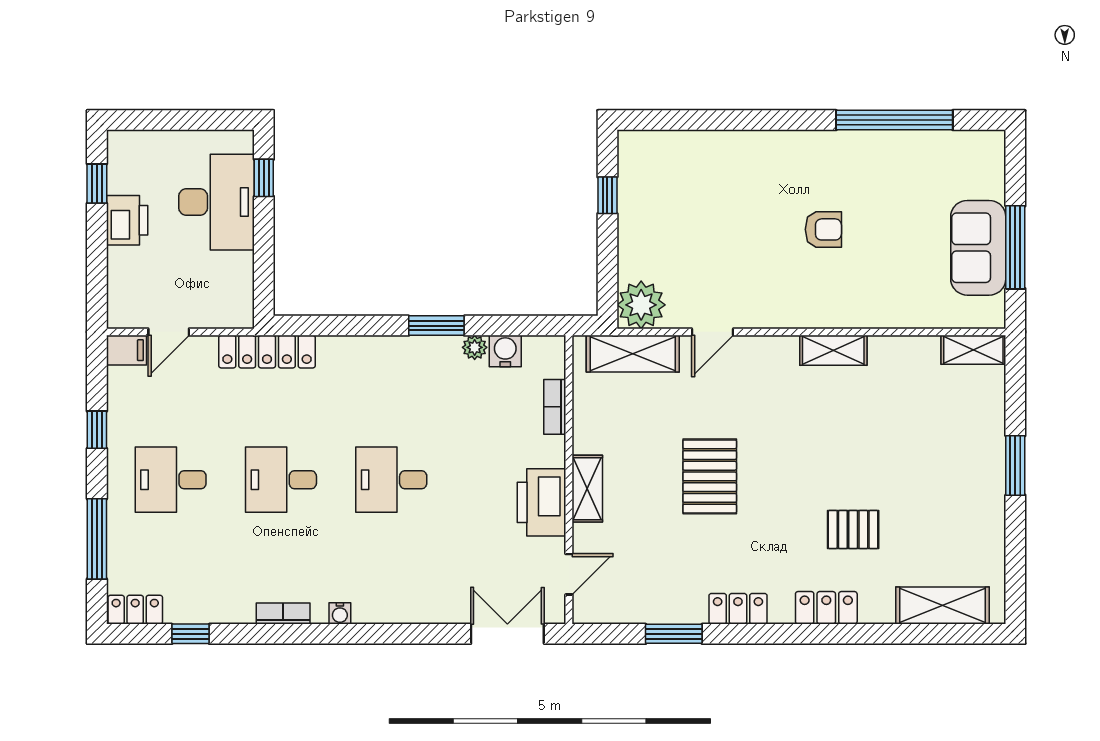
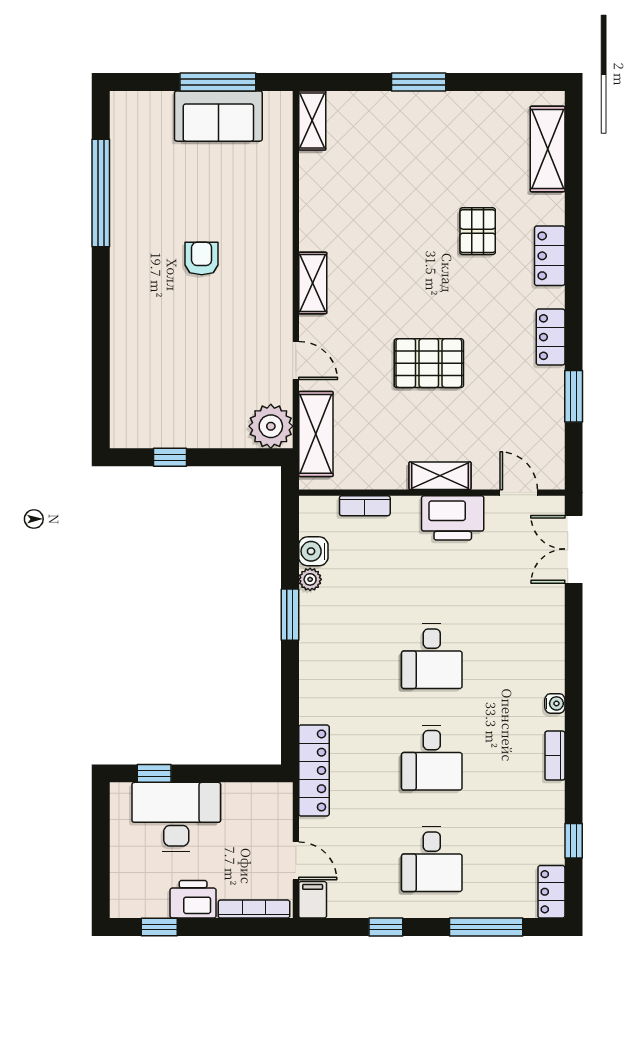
bookcase: (116, 286) -> (254, 909), added
shelving: (833, 350) -> (313, 283), moved

